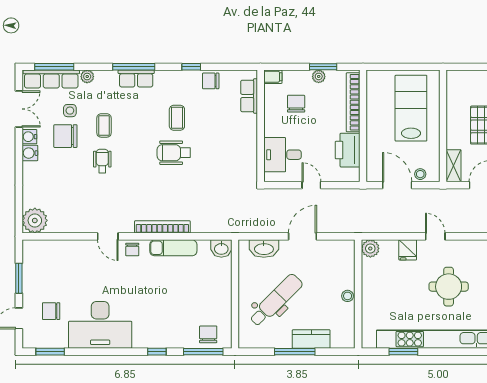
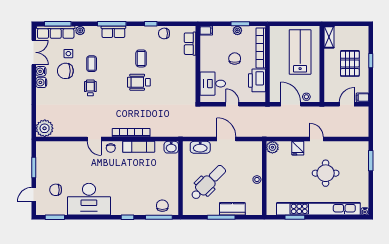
chair: (296, 104) -> (235, 59), moved
shelving: (454, 166) -> (329, 37), moved
door: (303, 236) -> (226, 139), hinge flipped

